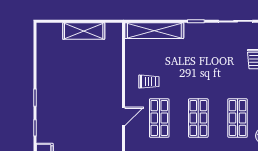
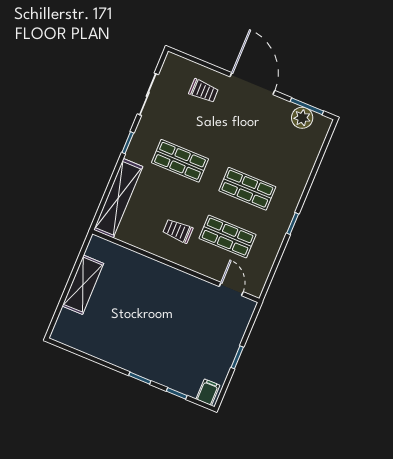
trolley: (149, 82) -> (178, 231), turned -90
door: (124, 116) -> (231, 289), moved
shop shelf: (238, 118) -> (180, 161), moved

